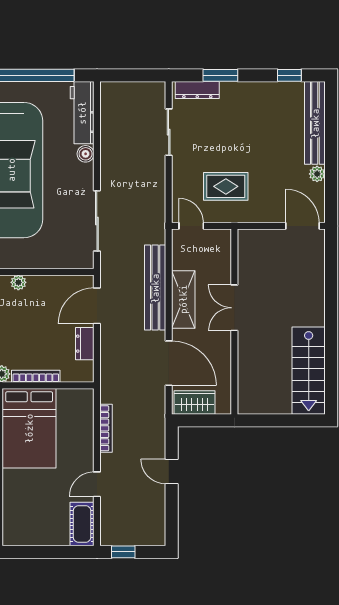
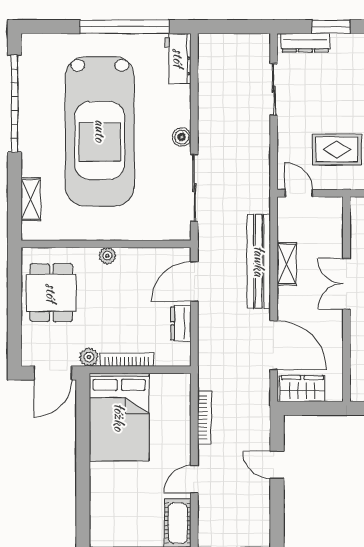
workbench: (82, 113) -> (178, 58), width x0.73
boiler: (86, 154) -> (182, 137), moved
shelving: (183, 299) -> (287, 264), width x0.67, depth x0.75

